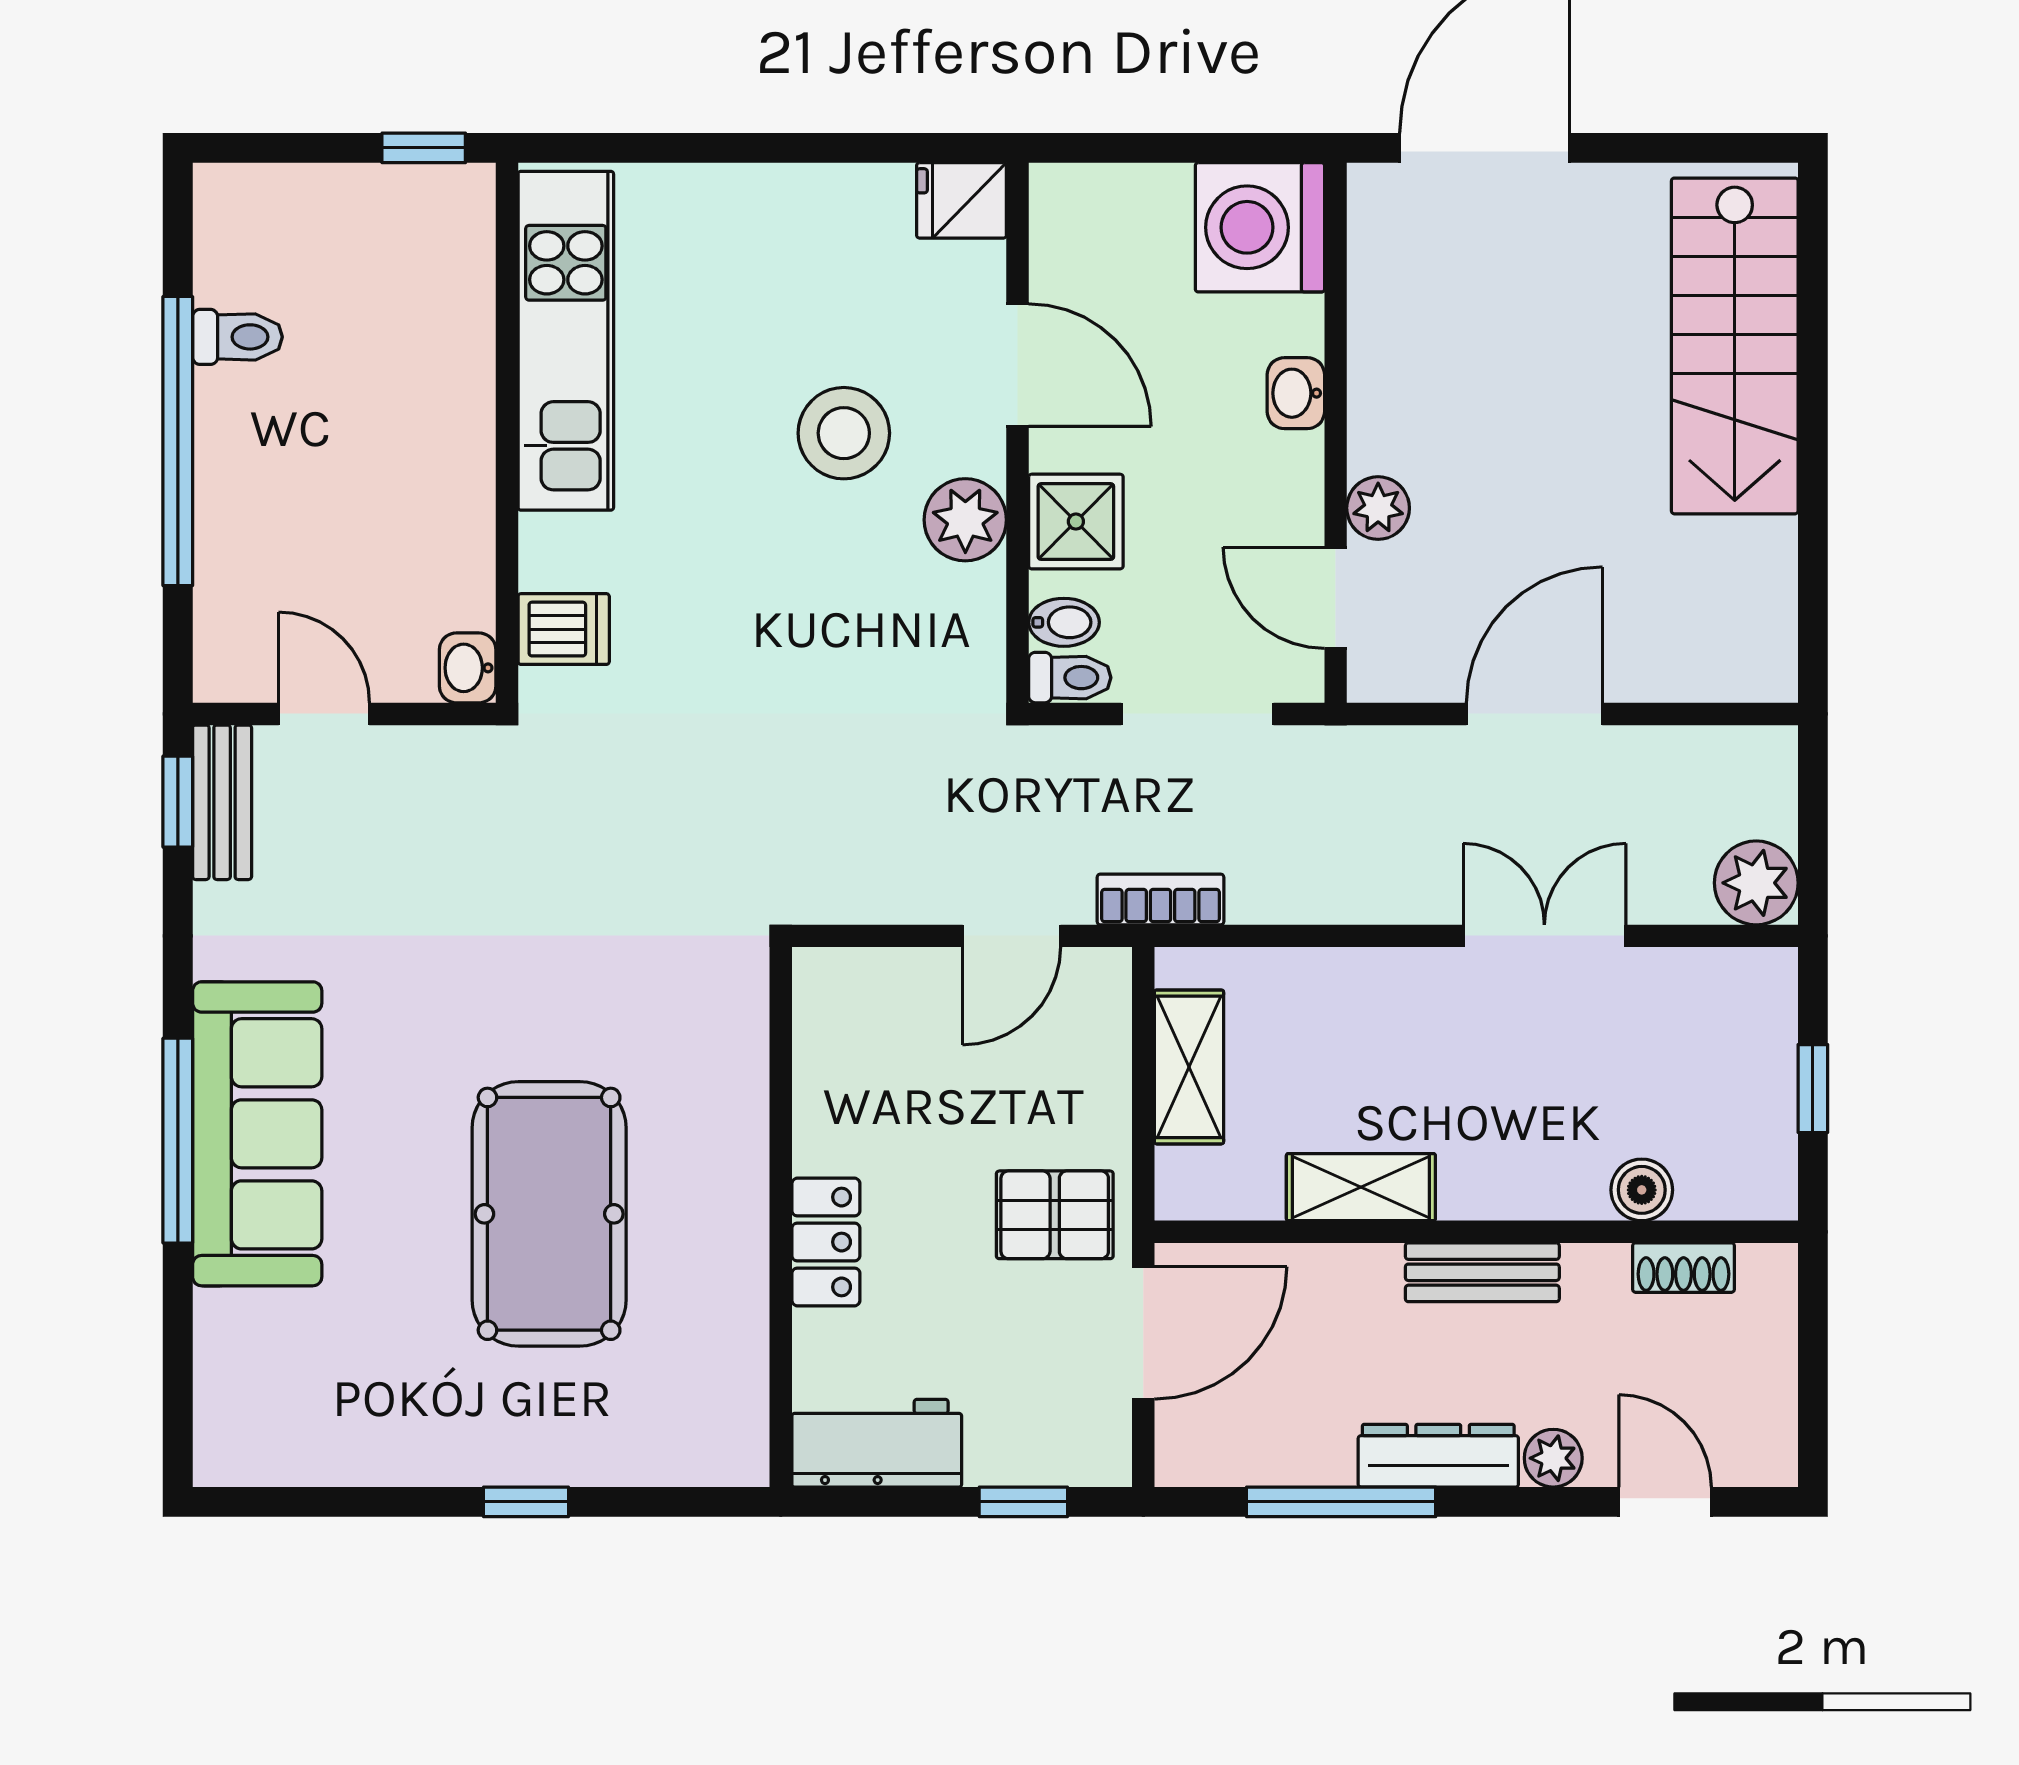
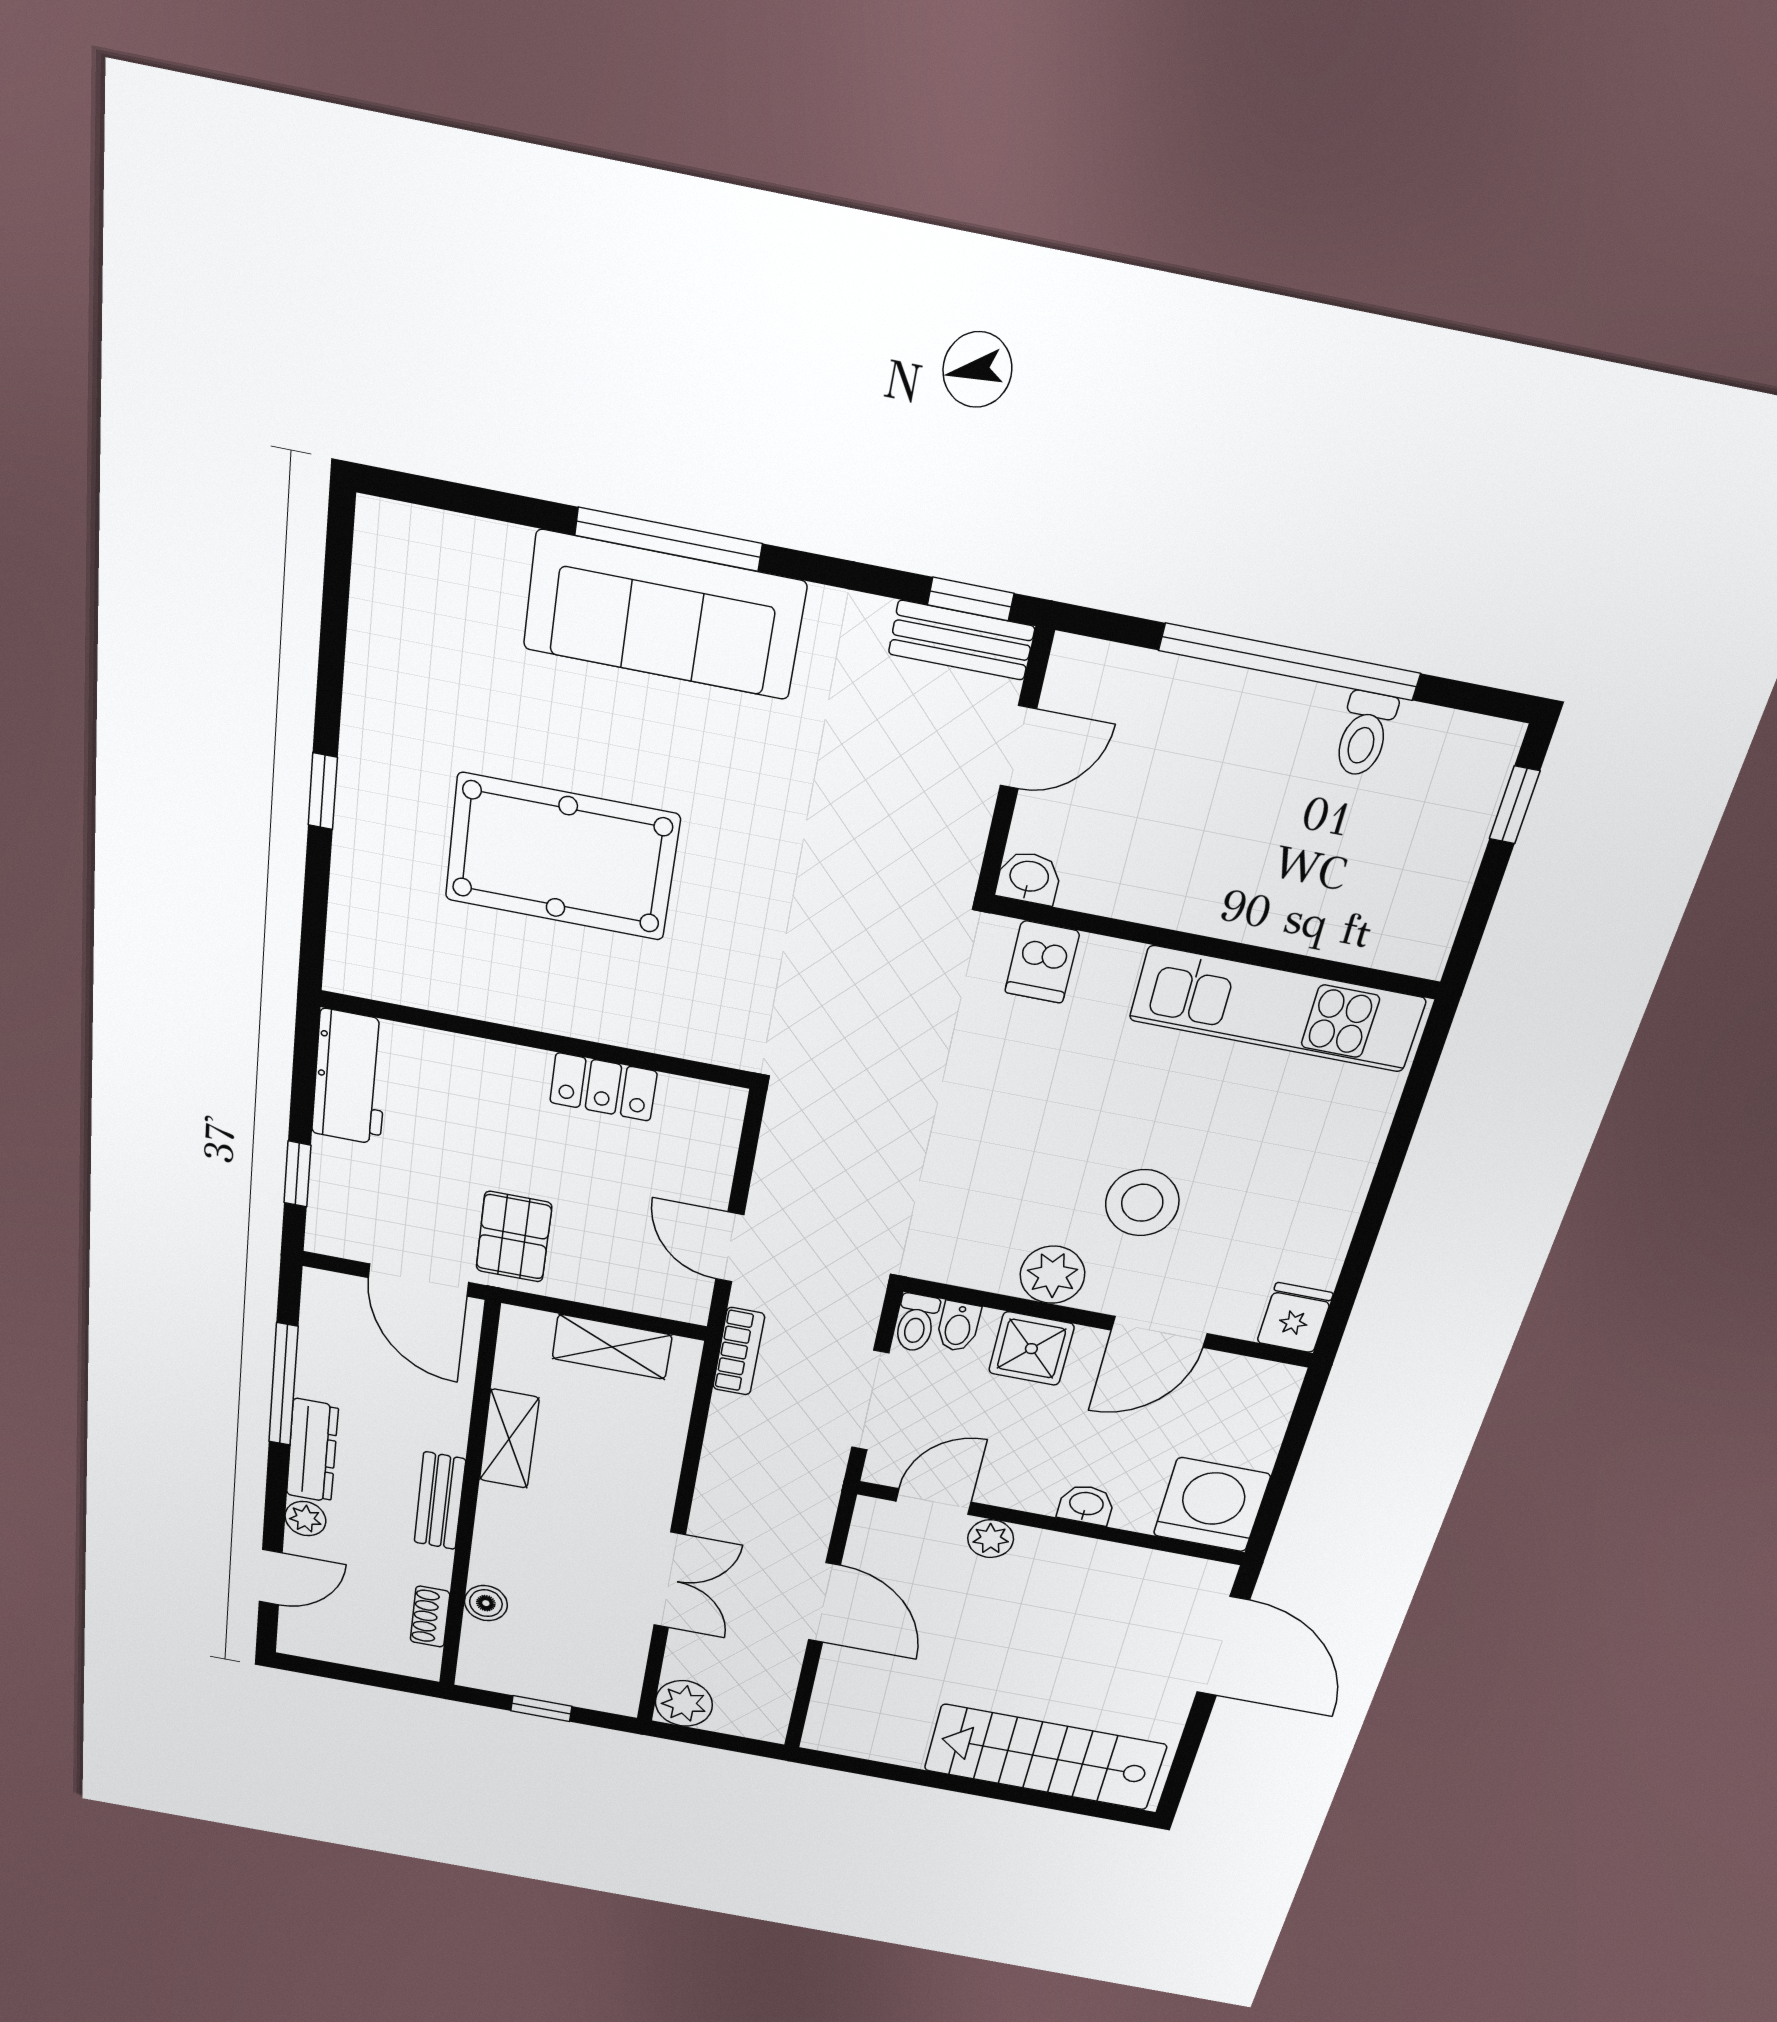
window: (424, 148) -> (1515, 805), moved
locker: (826, 1242) -> (603, 1087), moved

